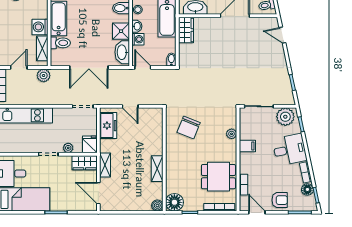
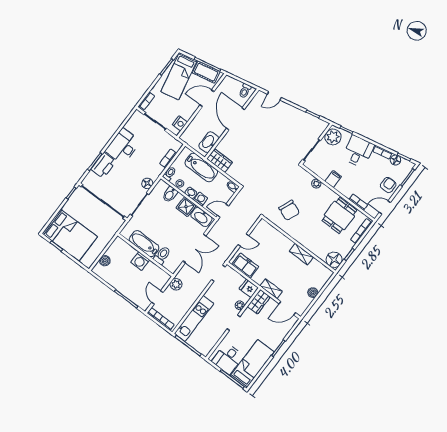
shelving: (42, 48) -> (156, 271), removed
boiler: (157, 205) -> (313, 293), moved

